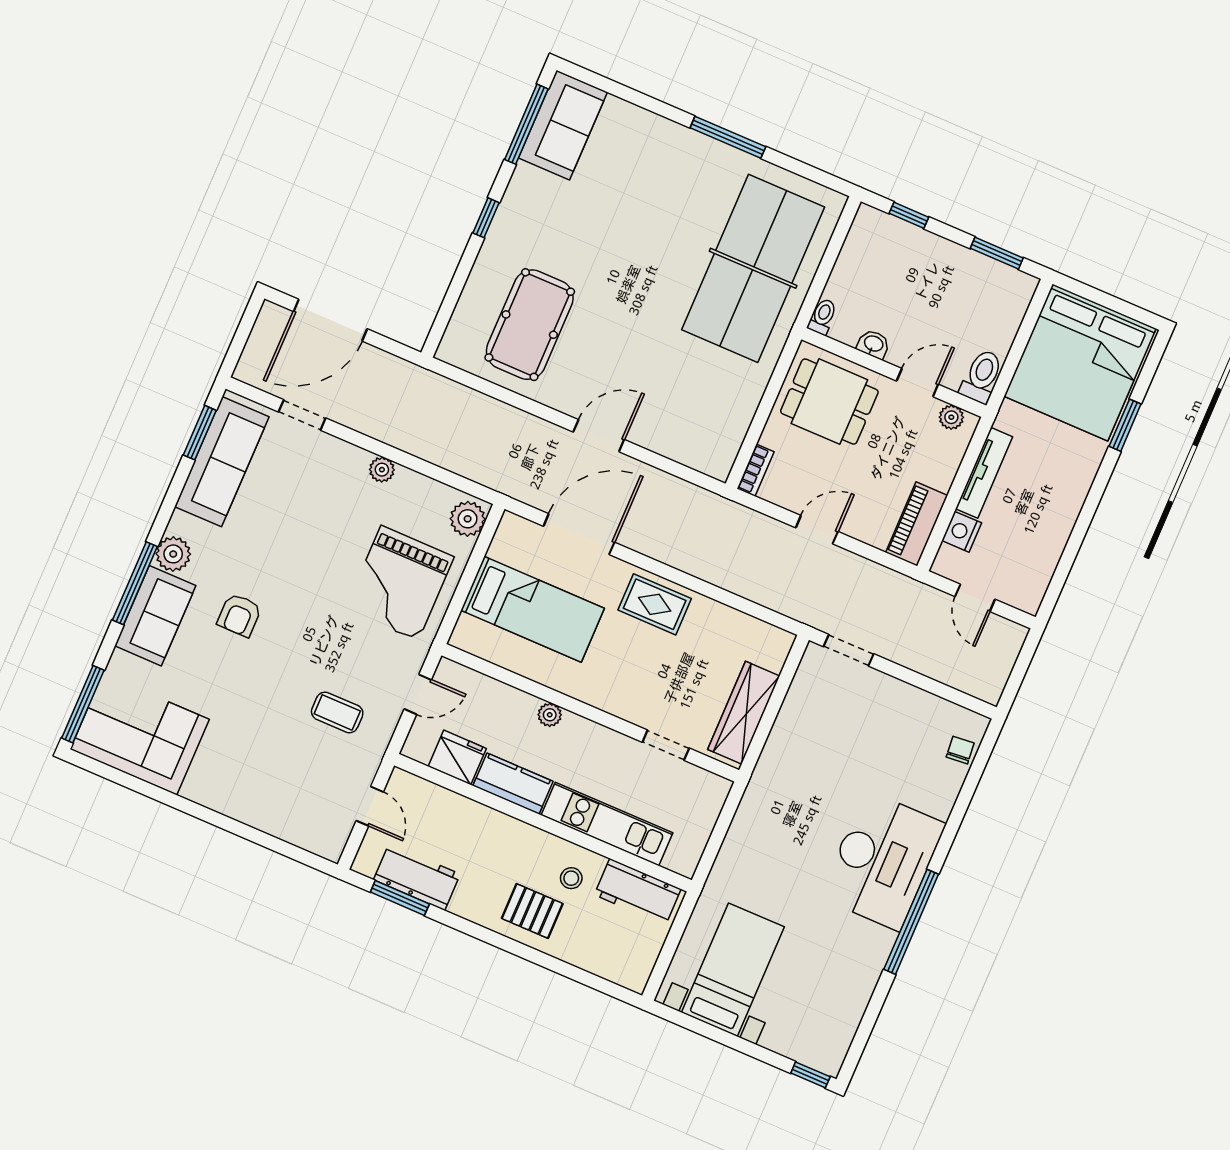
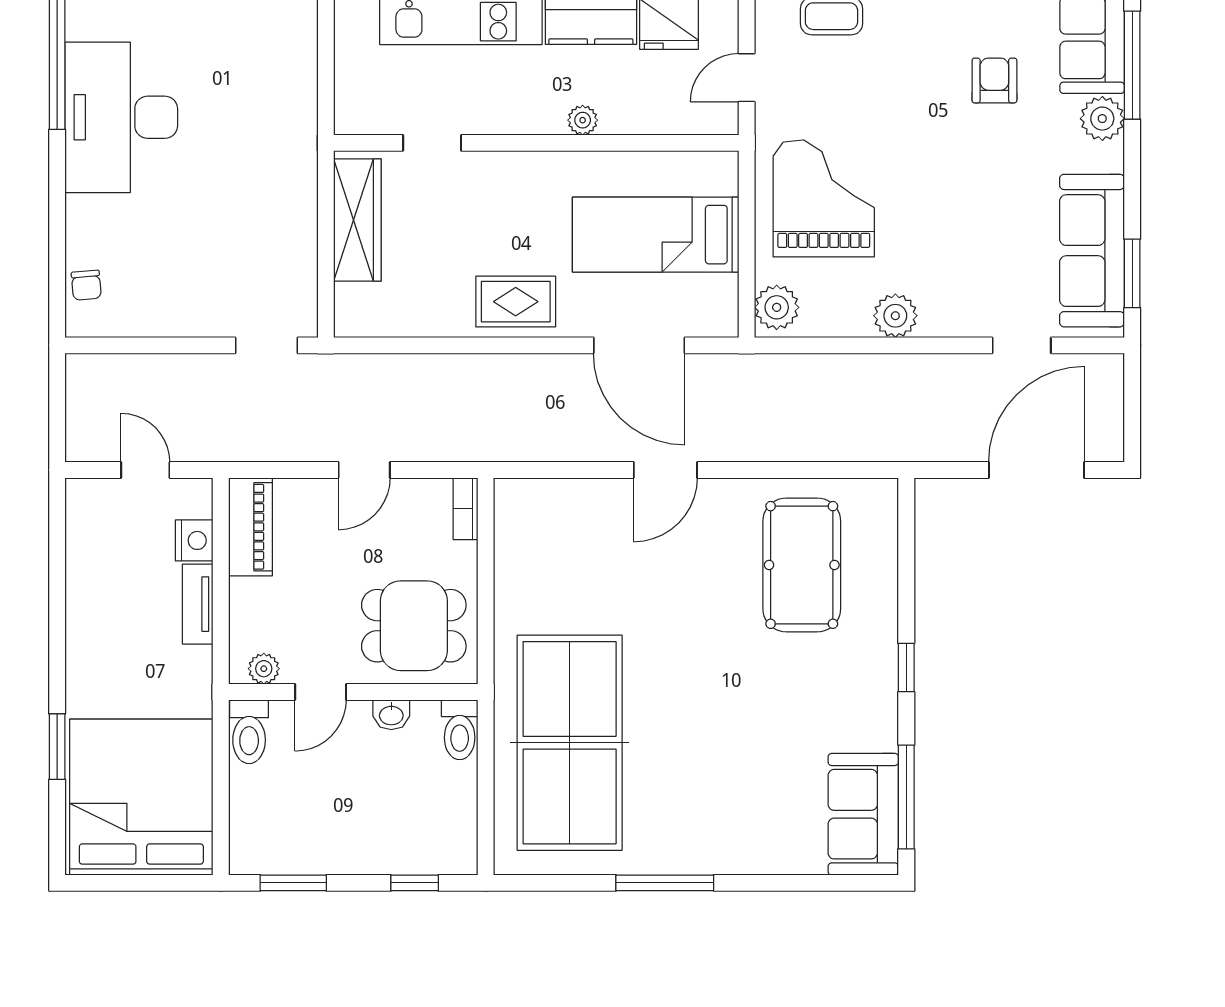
toilet: (822, 316) -> (460, 730), width x1.37, depth x1.39
plant: (382, 470) -> (895, 316), width x1.38, depth x1.38
tv unit: (984, 473) -> (198, 604), width x0.71
door: (579, 534) -> (639, 345), hinge flipped

